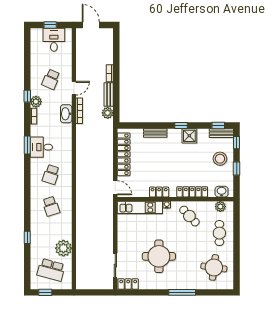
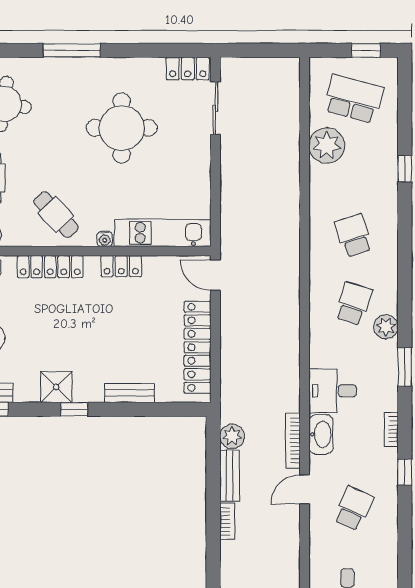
plant: (36, 102) -> (386, 327), moved
desk: (41, 147) -> (333, 391), moved, turned 180

